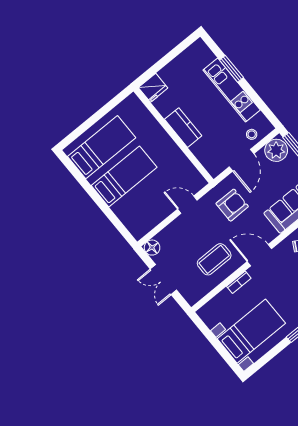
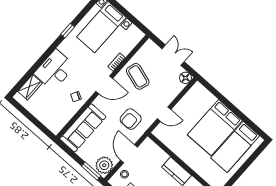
bed: (124, 176) -> (215, 128), width x1.50
coffee table: (214, 259) -> (138, 76), turned -73

